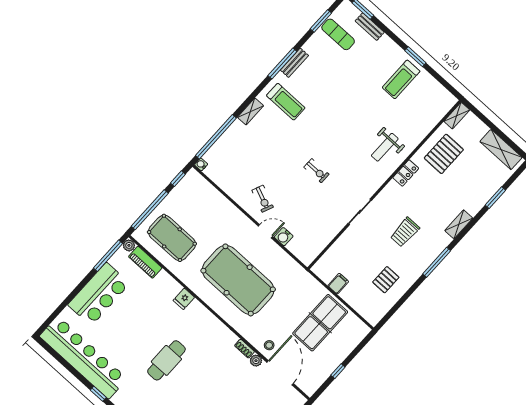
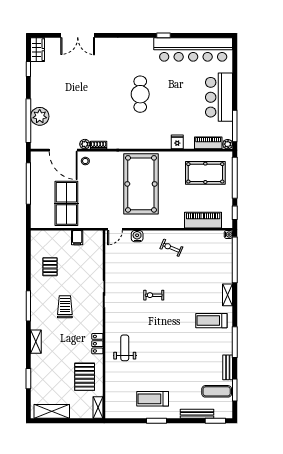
bench: (370, 27) -> (197, 414), width x1.36
bench: (294, 63) -> (228, 367), moved
treadmill: (401, 79) -> (153, 399), turned -90
piano: (212, 198) -> (203, 220), added
door: (265, 231) -> (115, 229), moved
pool table: (238, 280) -> (141, 184), turned 90
fridge: (184, 299) -> (177, 142), moved
window: (338, 371) -> (28, 184), width x3.17

